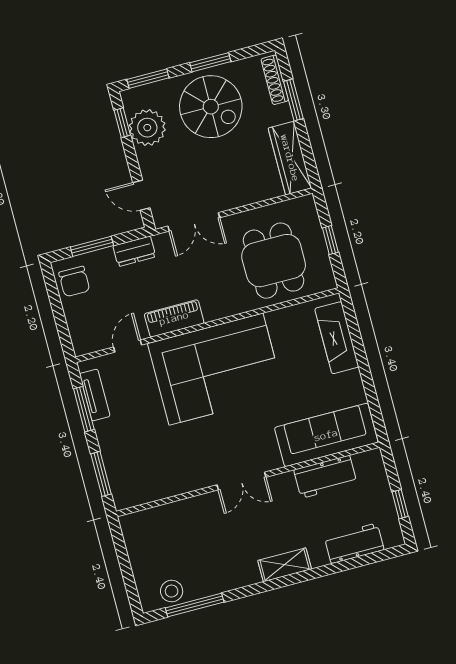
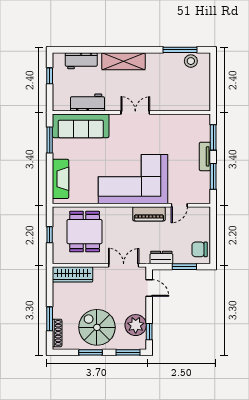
wardrobe: (290, 158) -> (72, 274), moved, turned 90
chair: (74, 282) -> (200, 249), turned -90
tv unit: (95, 395) -> (205, 156), moved
window: (372, 398) -> (50, 140), added
shelving: (285, 565) -> (123, 61), width x1.50, depth x1.33

